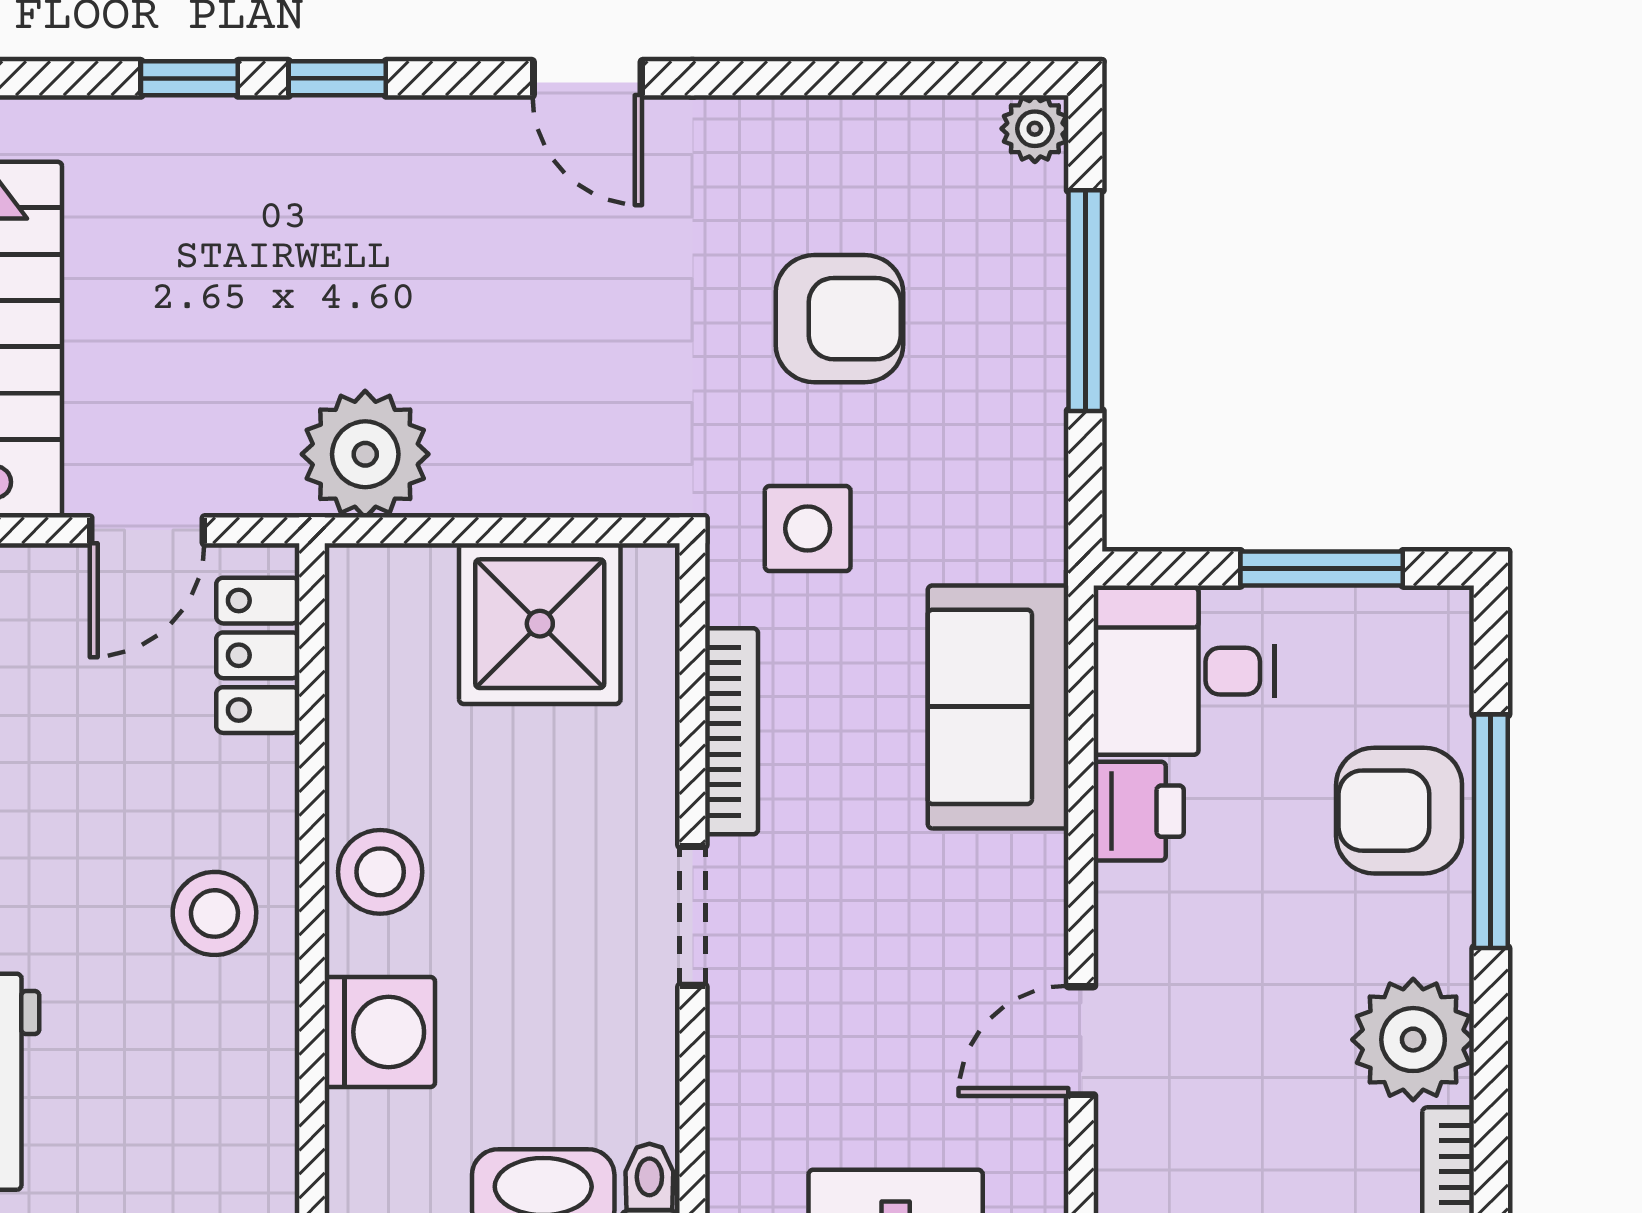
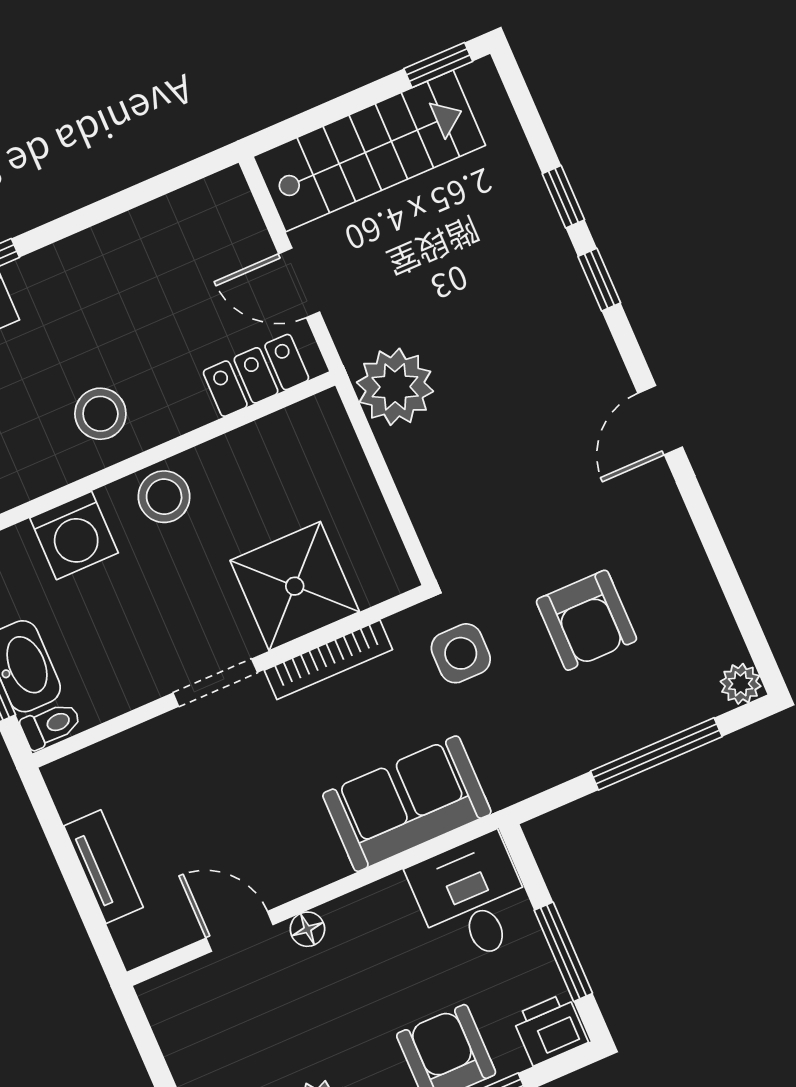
shower: (540, 624) -> (295, 586), moved
printer: (1139, 811) -> (550, 1029), moved, turned 180
floor lamp: (1122, 937) -> (307, 929), added

